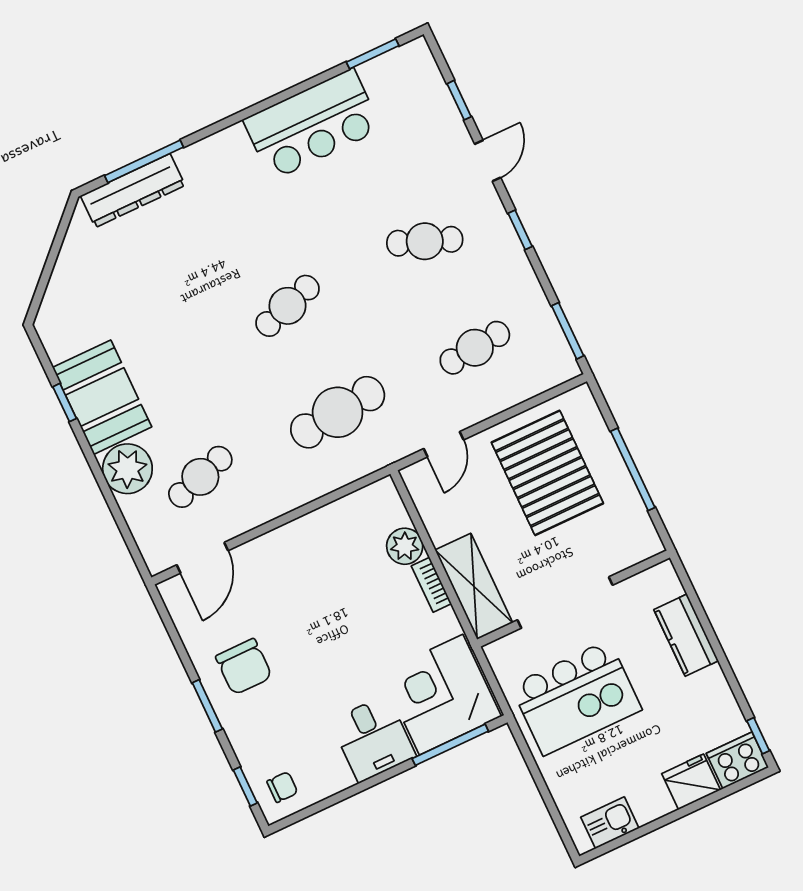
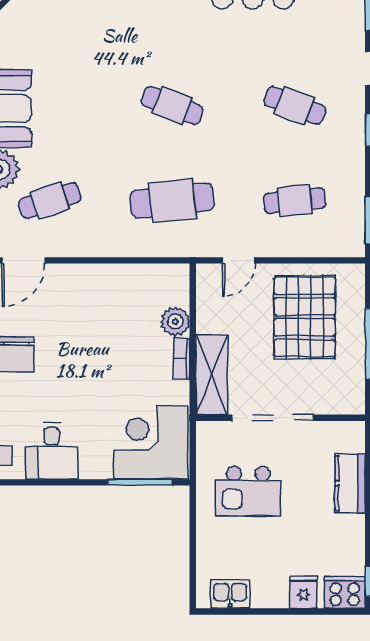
cafe table: (287, 306) -> (172, 105), turned 39
kitchen island: (576, 698) -> (248, 491), width x0.73, depth x0.78
desk: (373, 739) -> (52, 451), moved
fridge: (691, 782) -> (303, 592), width x0.72

